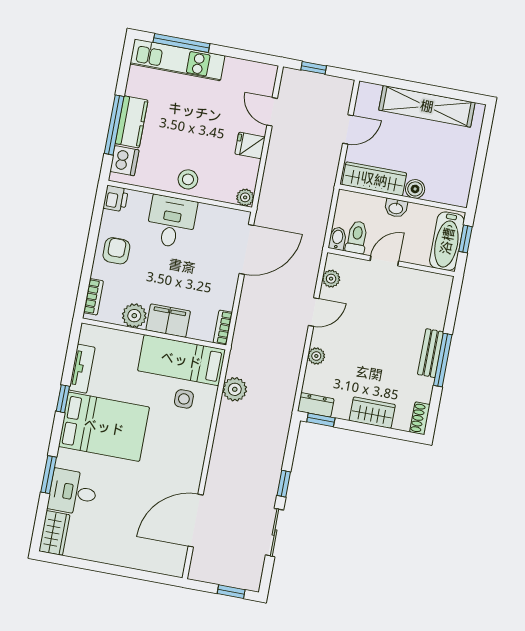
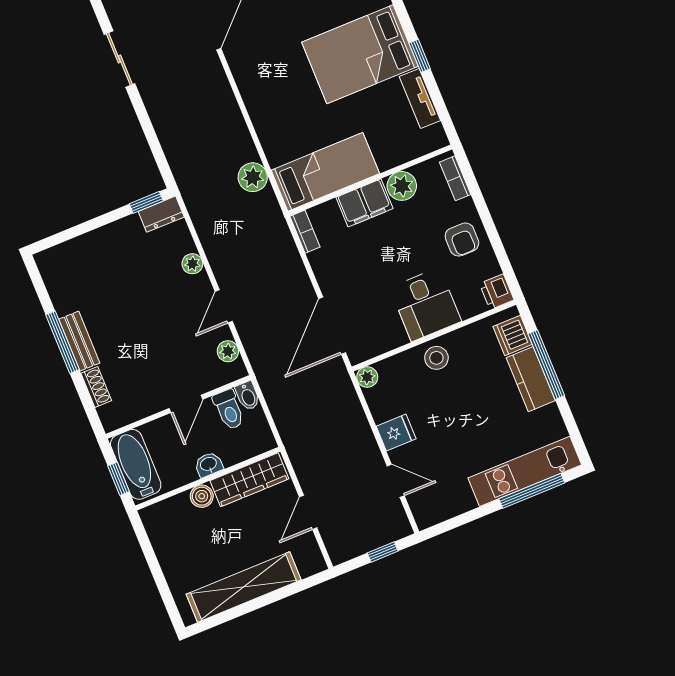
side table: (184, 399) -> (298, 134), removed
wardrobe: (372, 413) -> (99, 243), removed
shoe rack: (420, 418) -> (96, 387), moved
window: (284, 484) -> (142, 114), removed

